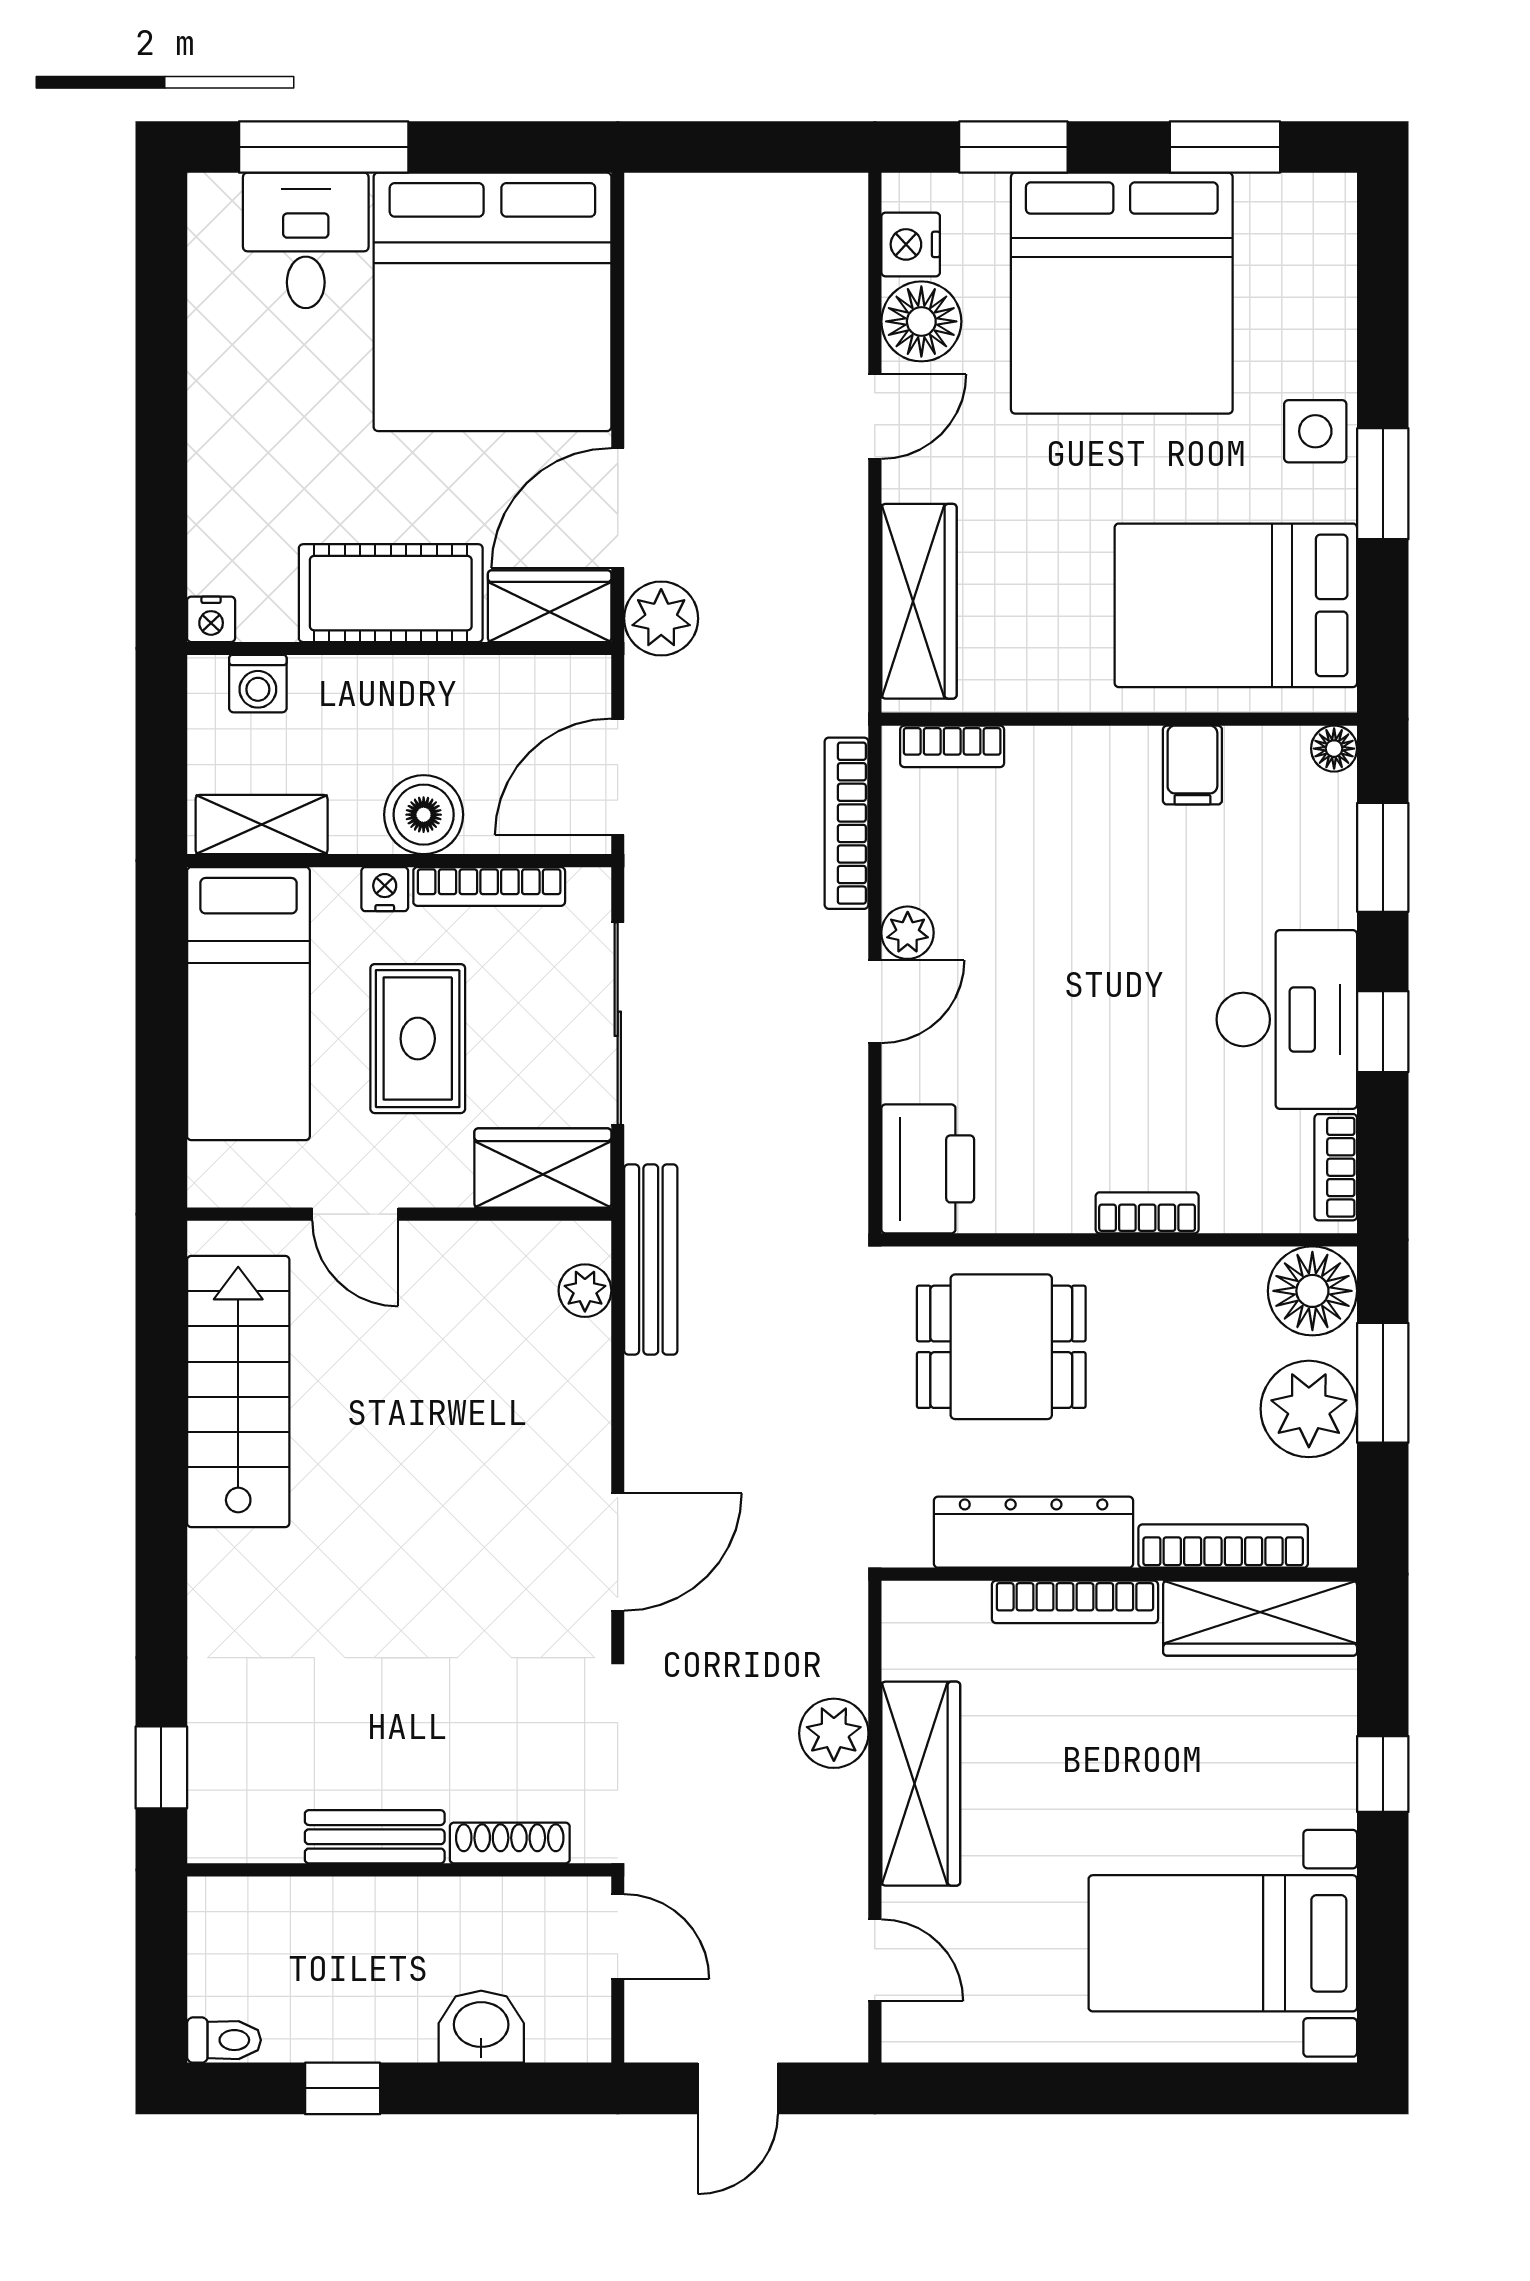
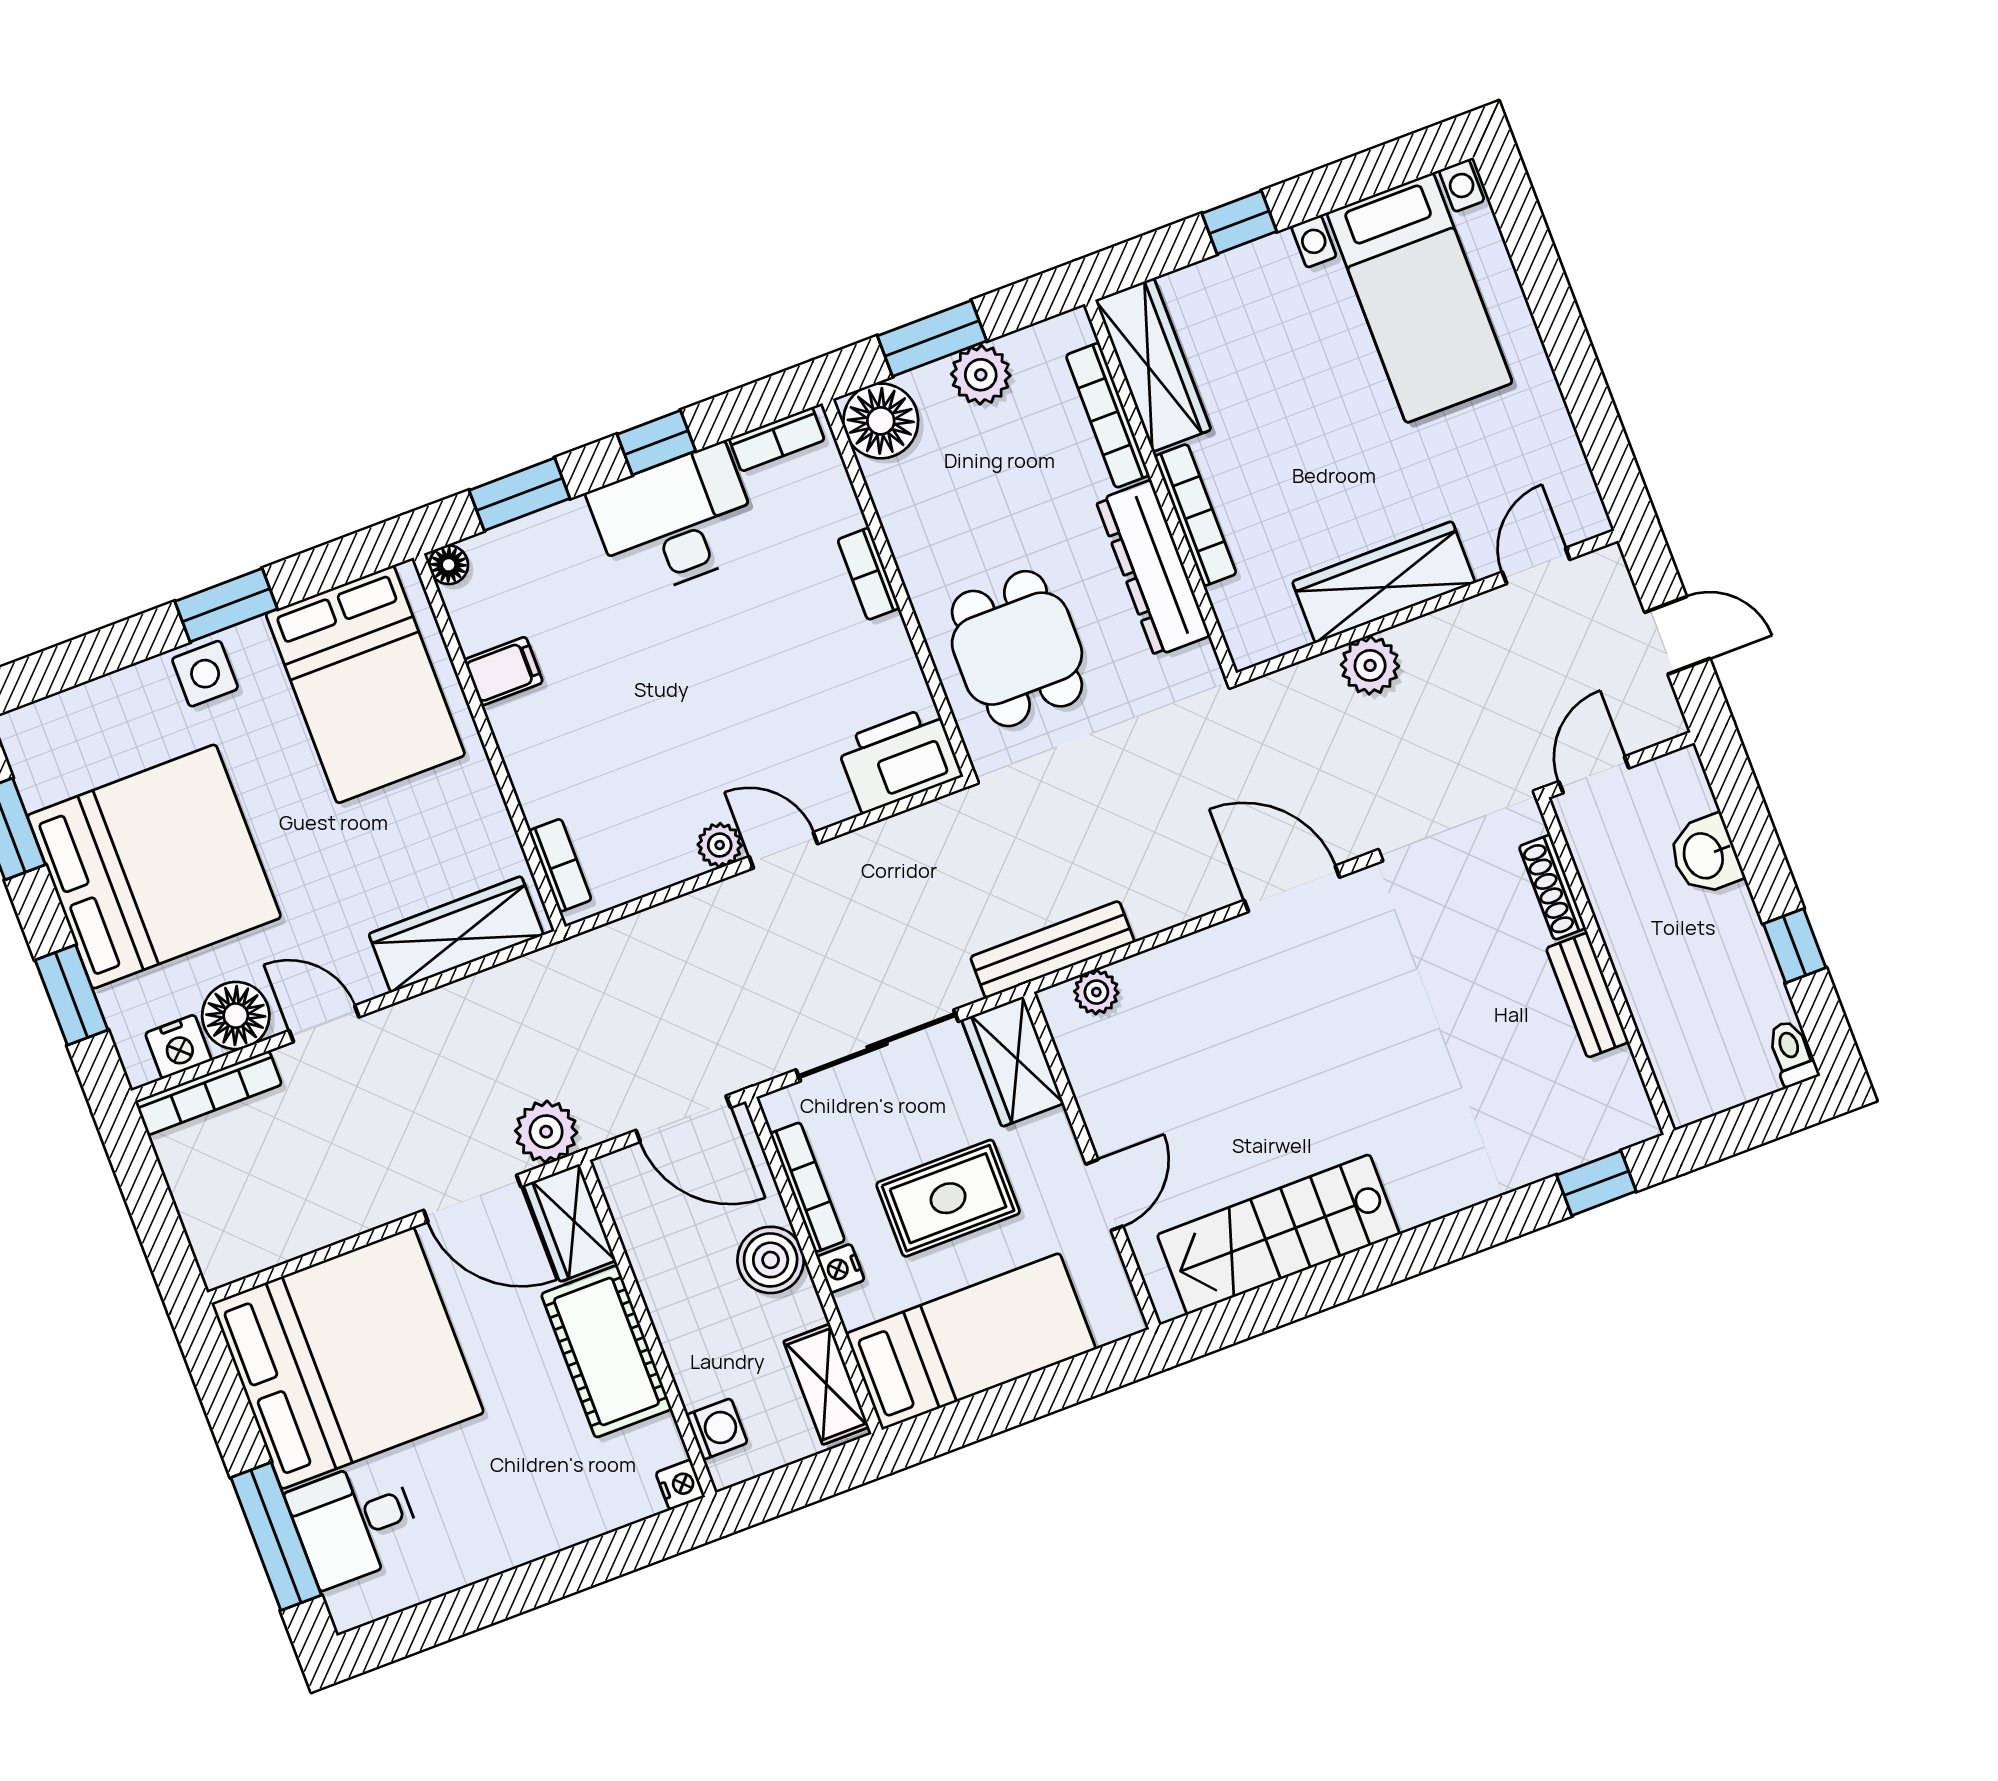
bookcase: (847, 823) -> (208, 1093), moved
plant: (1309, 1409) -> (981, 375), width x0.73, depth x0.73

